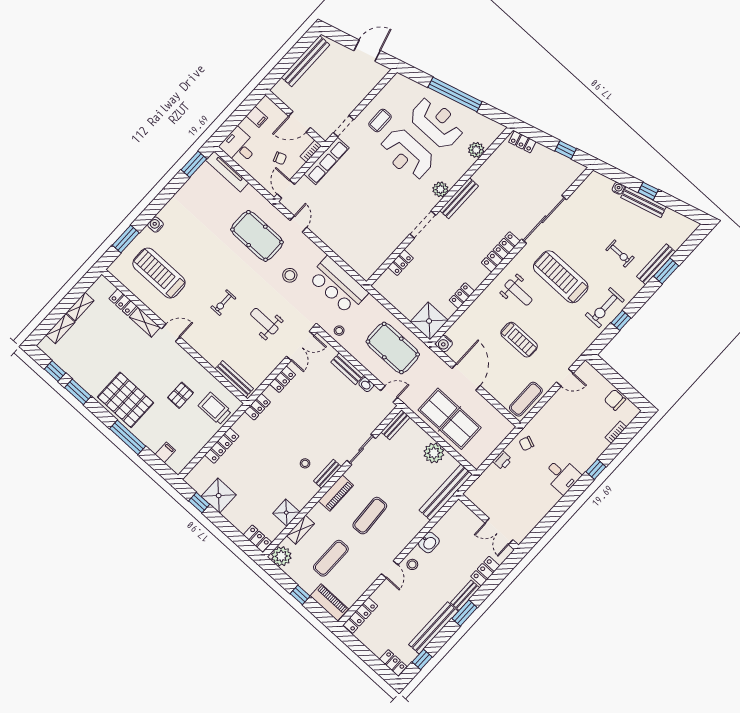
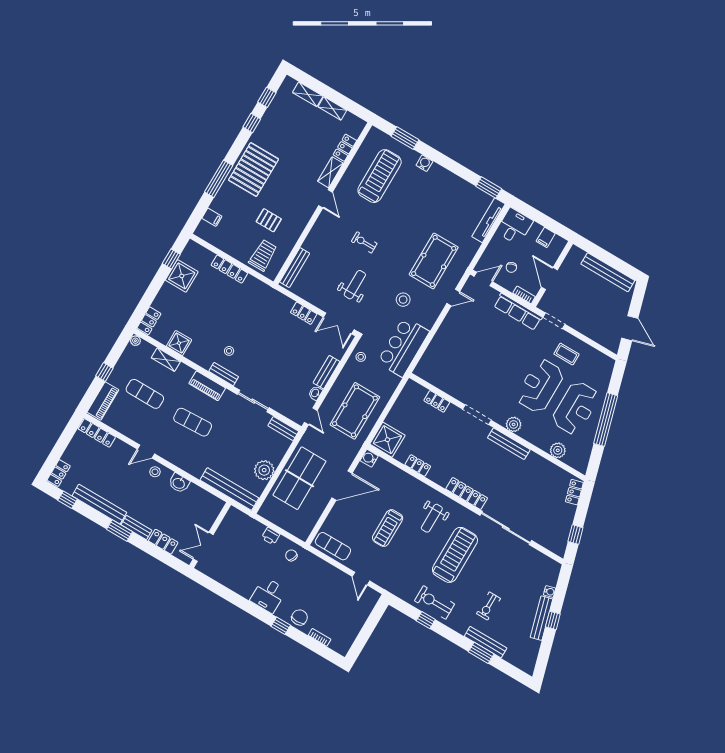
window: (78, 392) -> (252, 123), width x0.67
chair: (615, 400) -> (300, 617), moved
locker: (257, 407) -> (273, 295), removed
plant: (281, 556) -> (135, 341), width x0.53, depth x0.53

